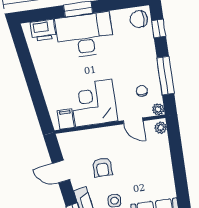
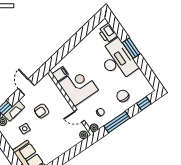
chair: (139, 19) -> (123, 96), moved
door: (133, 121) -> (79, 116), hinge flipped

